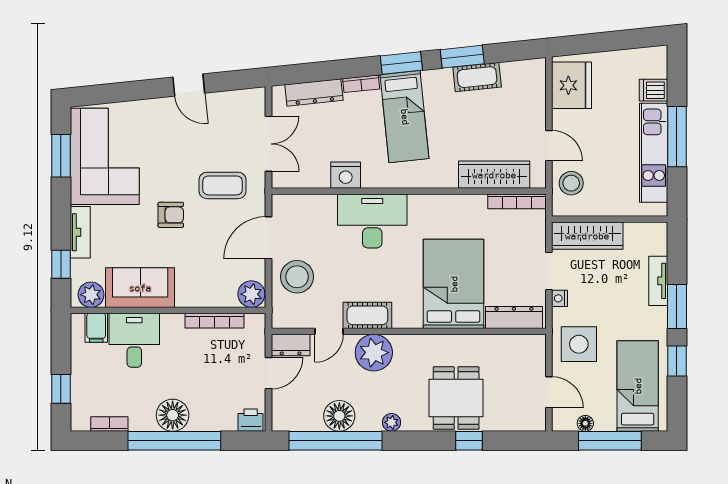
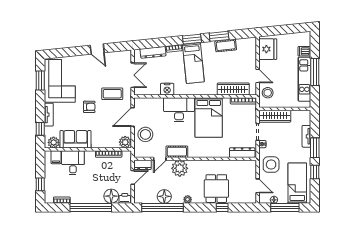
bed: (454, 284) -> (209, 117), moved, turned 180
floor lamp: (173, 415) -> (111, 196), moved

